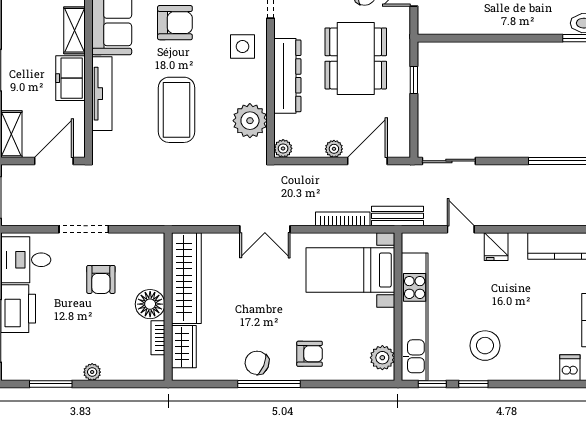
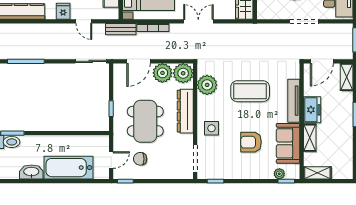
coffee table: (176, 110) -> (250, 91), turned 90
plant: (283, 148) -> (183, 73), width x1.87, depth x1.87
plant: (334, 149) -> (162, 73), width x1.87, depth x1.87

